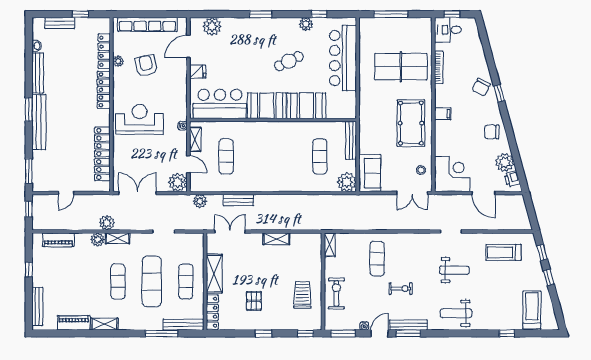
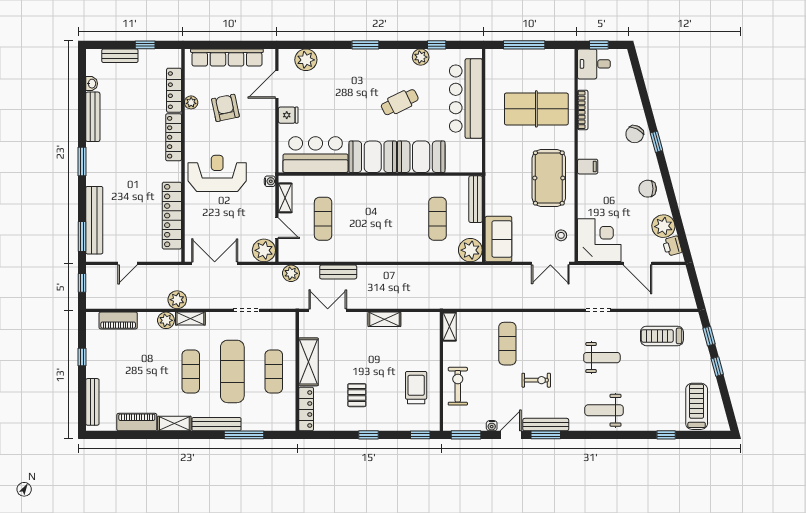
bench: (39, 122) -> (94, 220), moved
bench: (183, 325) -> (217, 424), moved

